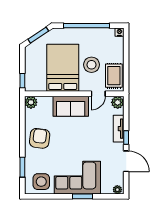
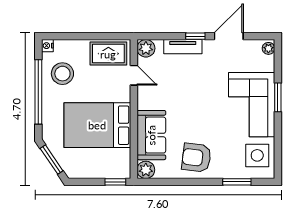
stool: (92, 65) -> (62, 74), moved
sofa: (71, 106) -> (151, 135), moved

